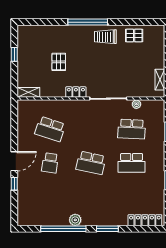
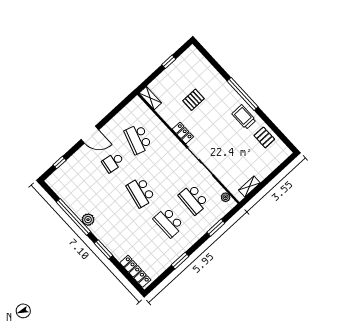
plant: (136, 104) -> (226, 197), moved
window: (14, 184) -> (60, 163), moved

